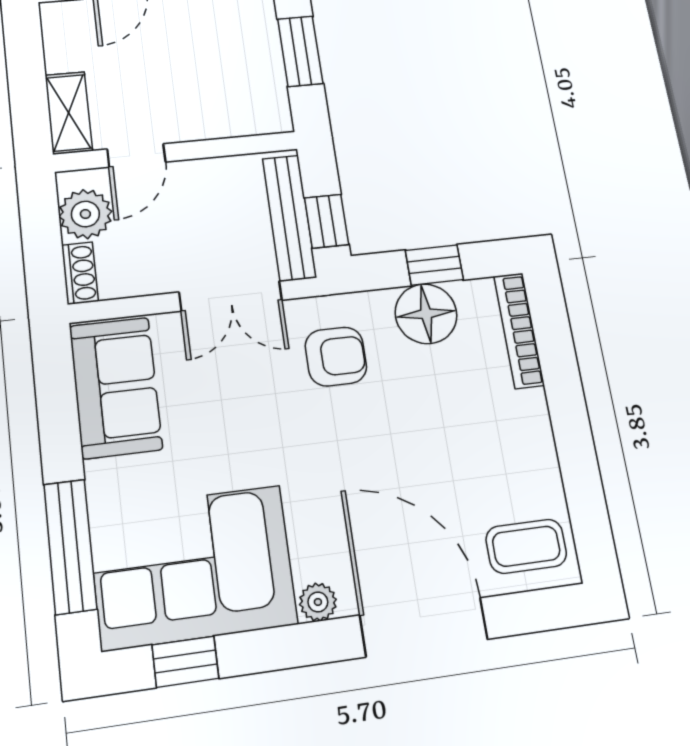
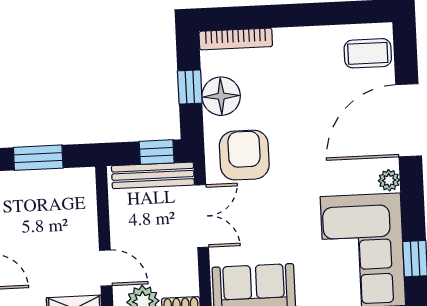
armchair: (336, 356) -> (244, 155), width x1.38, depth x1.38
coffee table: (526, 546) -> (368, 53), turned 90

